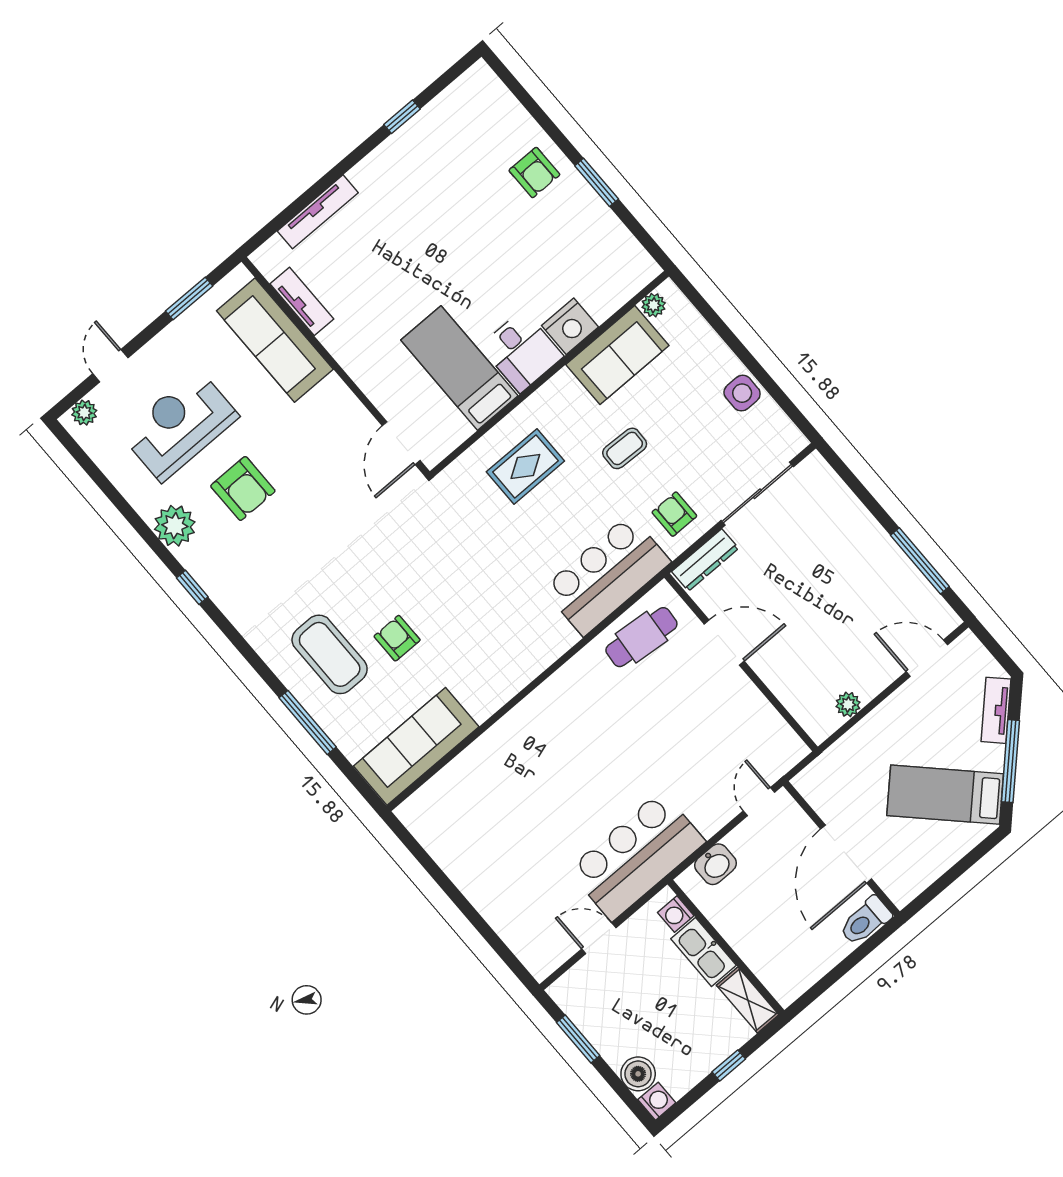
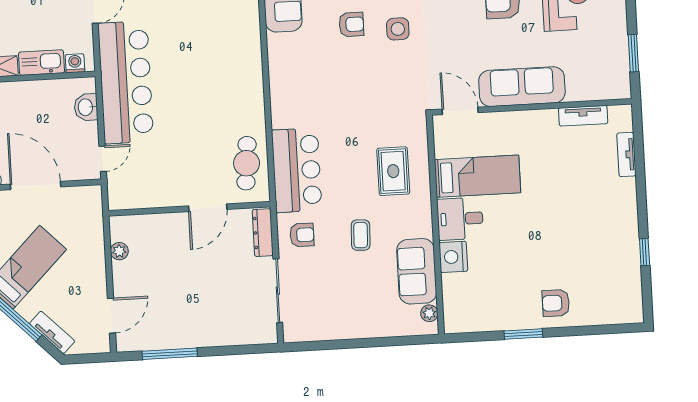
tv unit: (318, 212) -> (626, 154), width x0.71
sofa: (275, 340) -> (522, 87), moved
side table: (742, 393) -> (398, 29), moved
door: (759, 802) -> (103, 159), hinge flipped
bar counter: (637, 856) -> (126, 82), width x1.36

